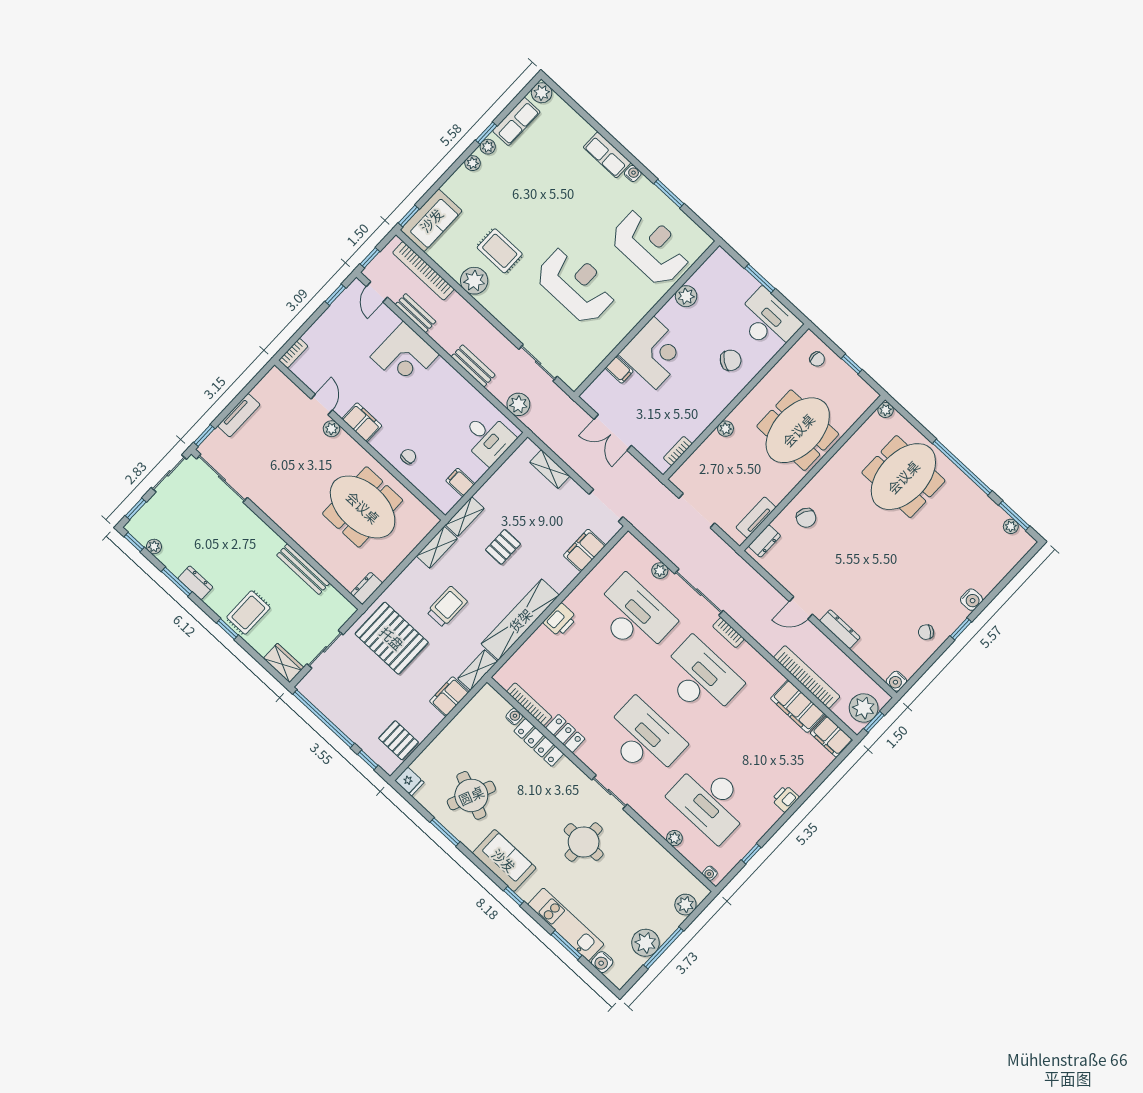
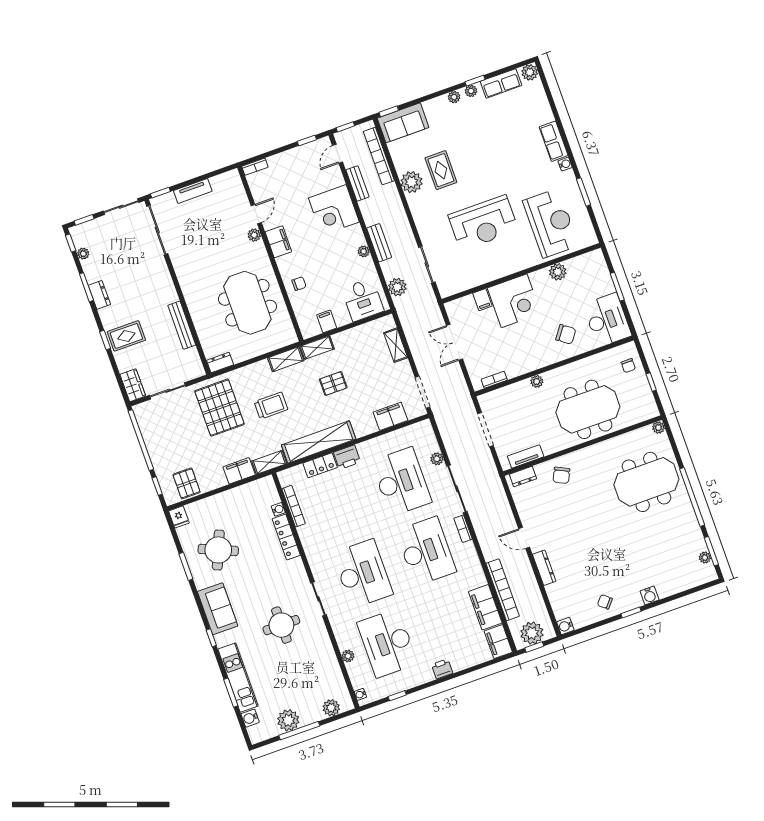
reception desk: (576, 285) -> (483, 223), turned 90
plant: (461, 384) -> (364, 251), added
locker: (565, 733) -> (320, 465), moved, turned 90

